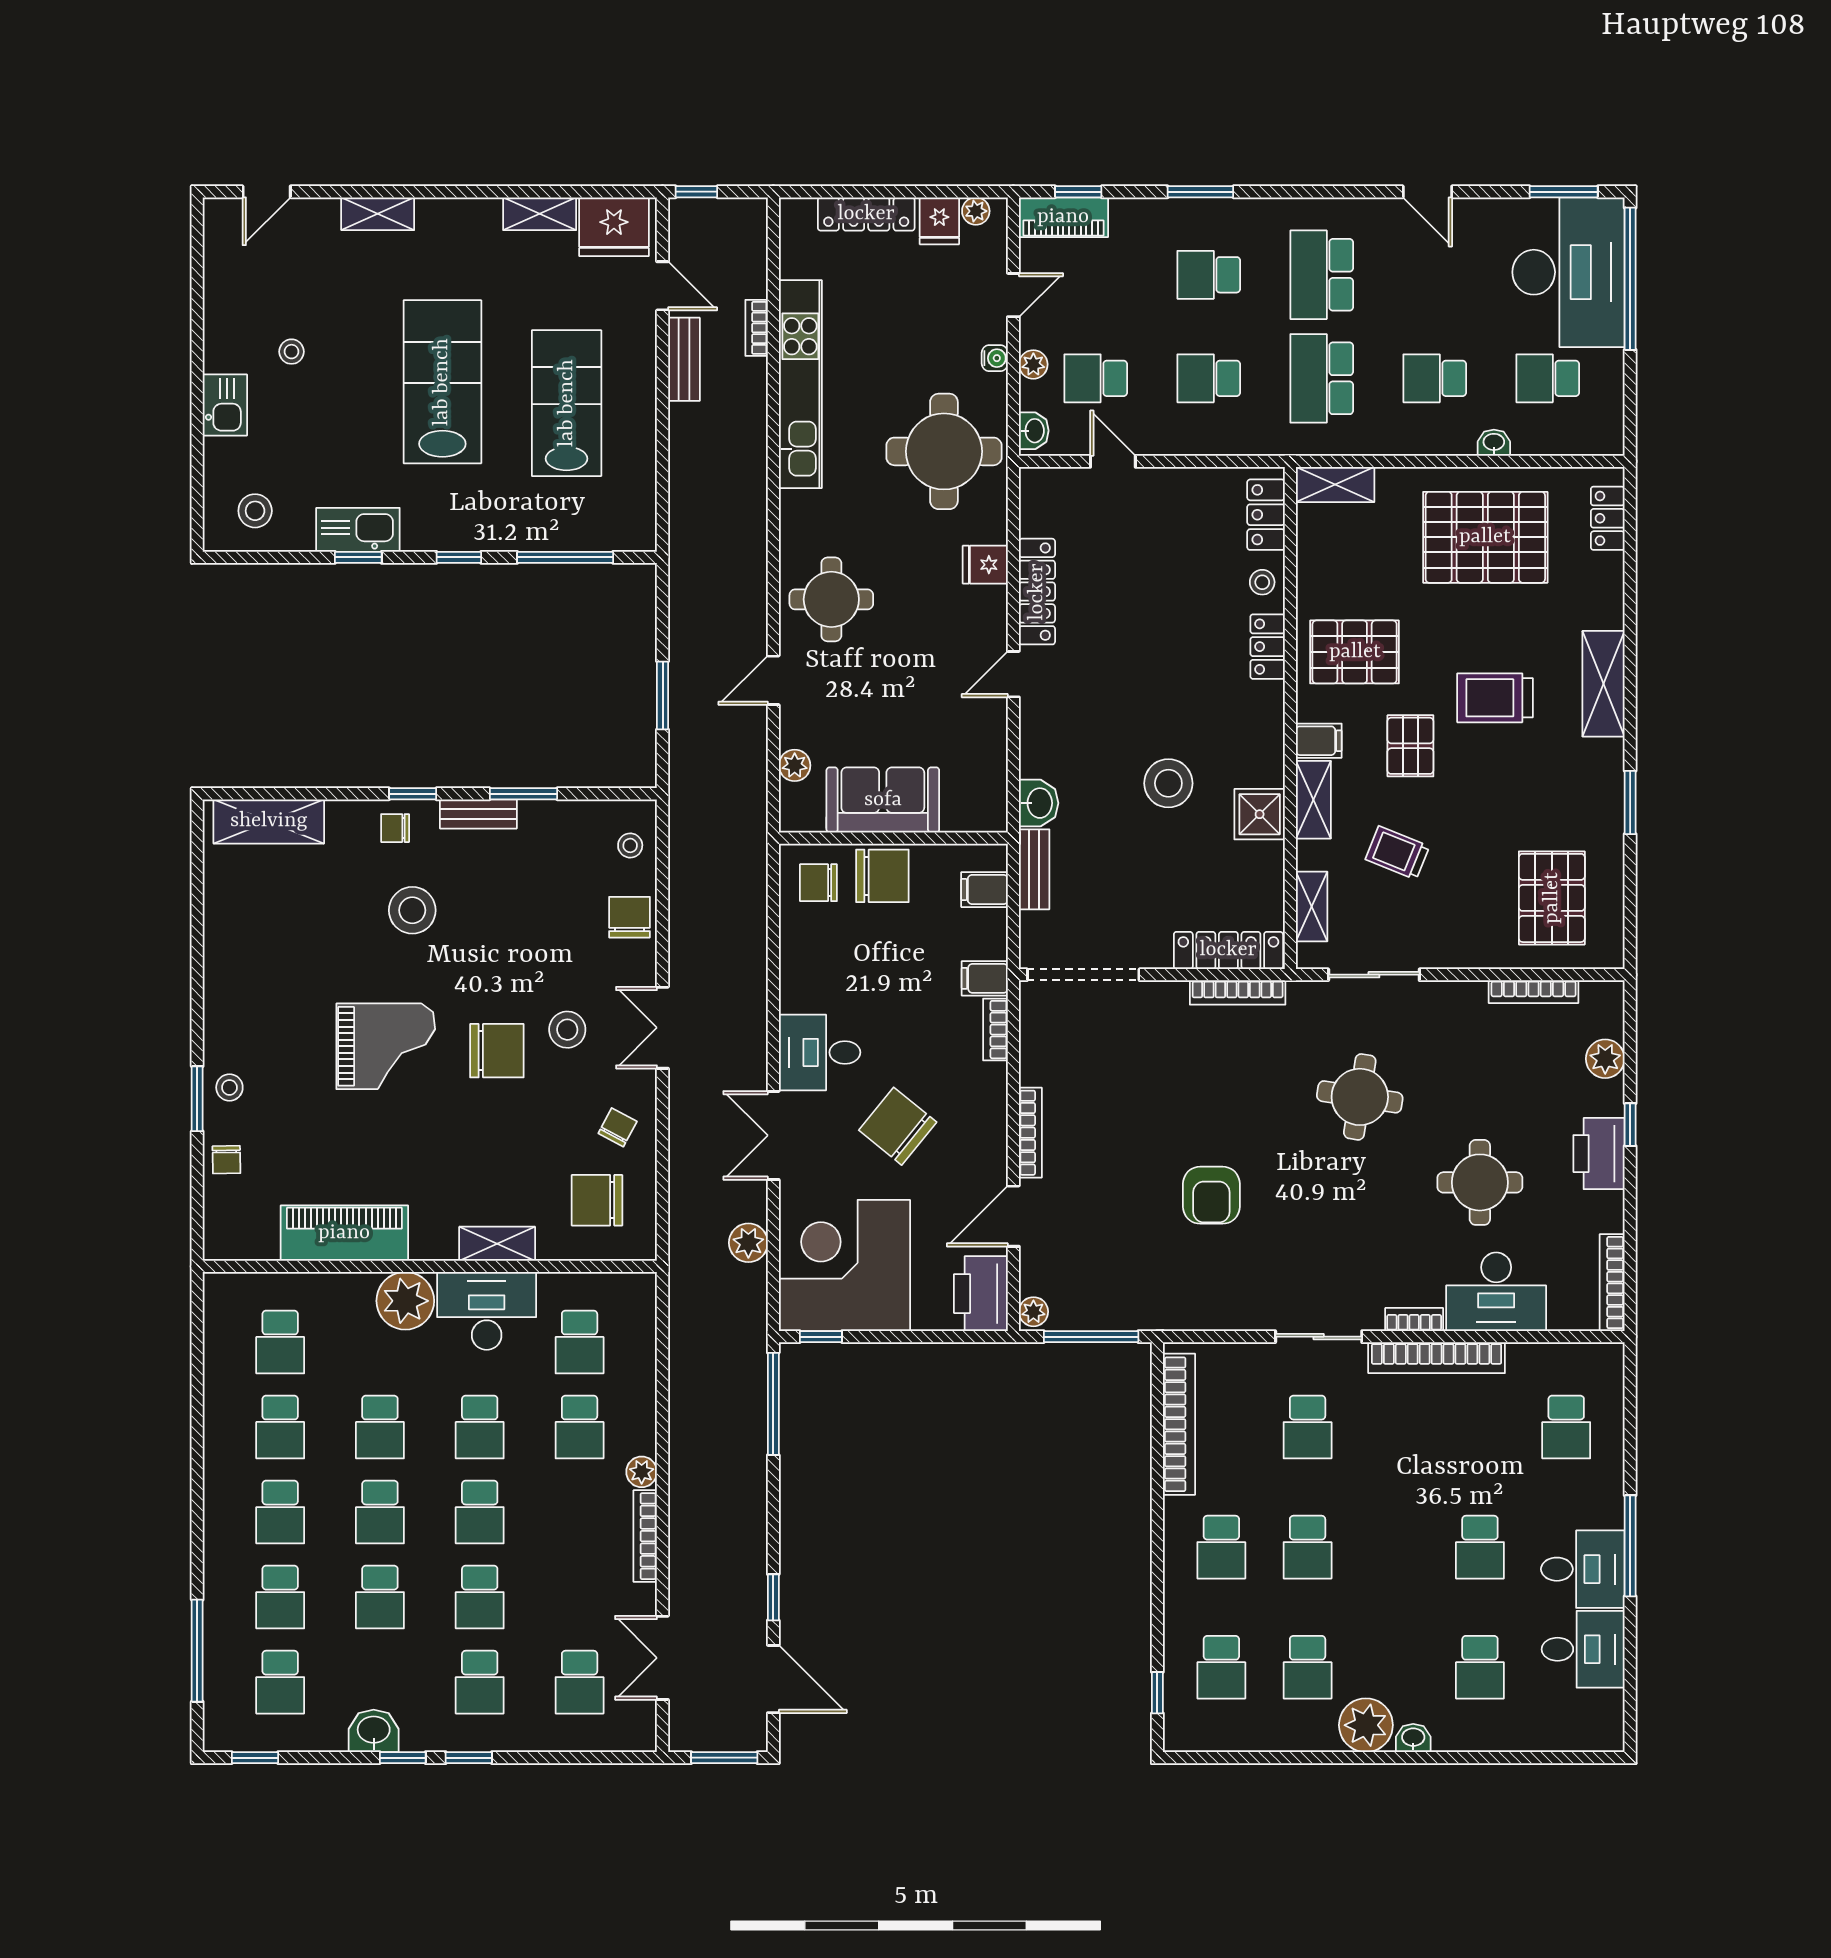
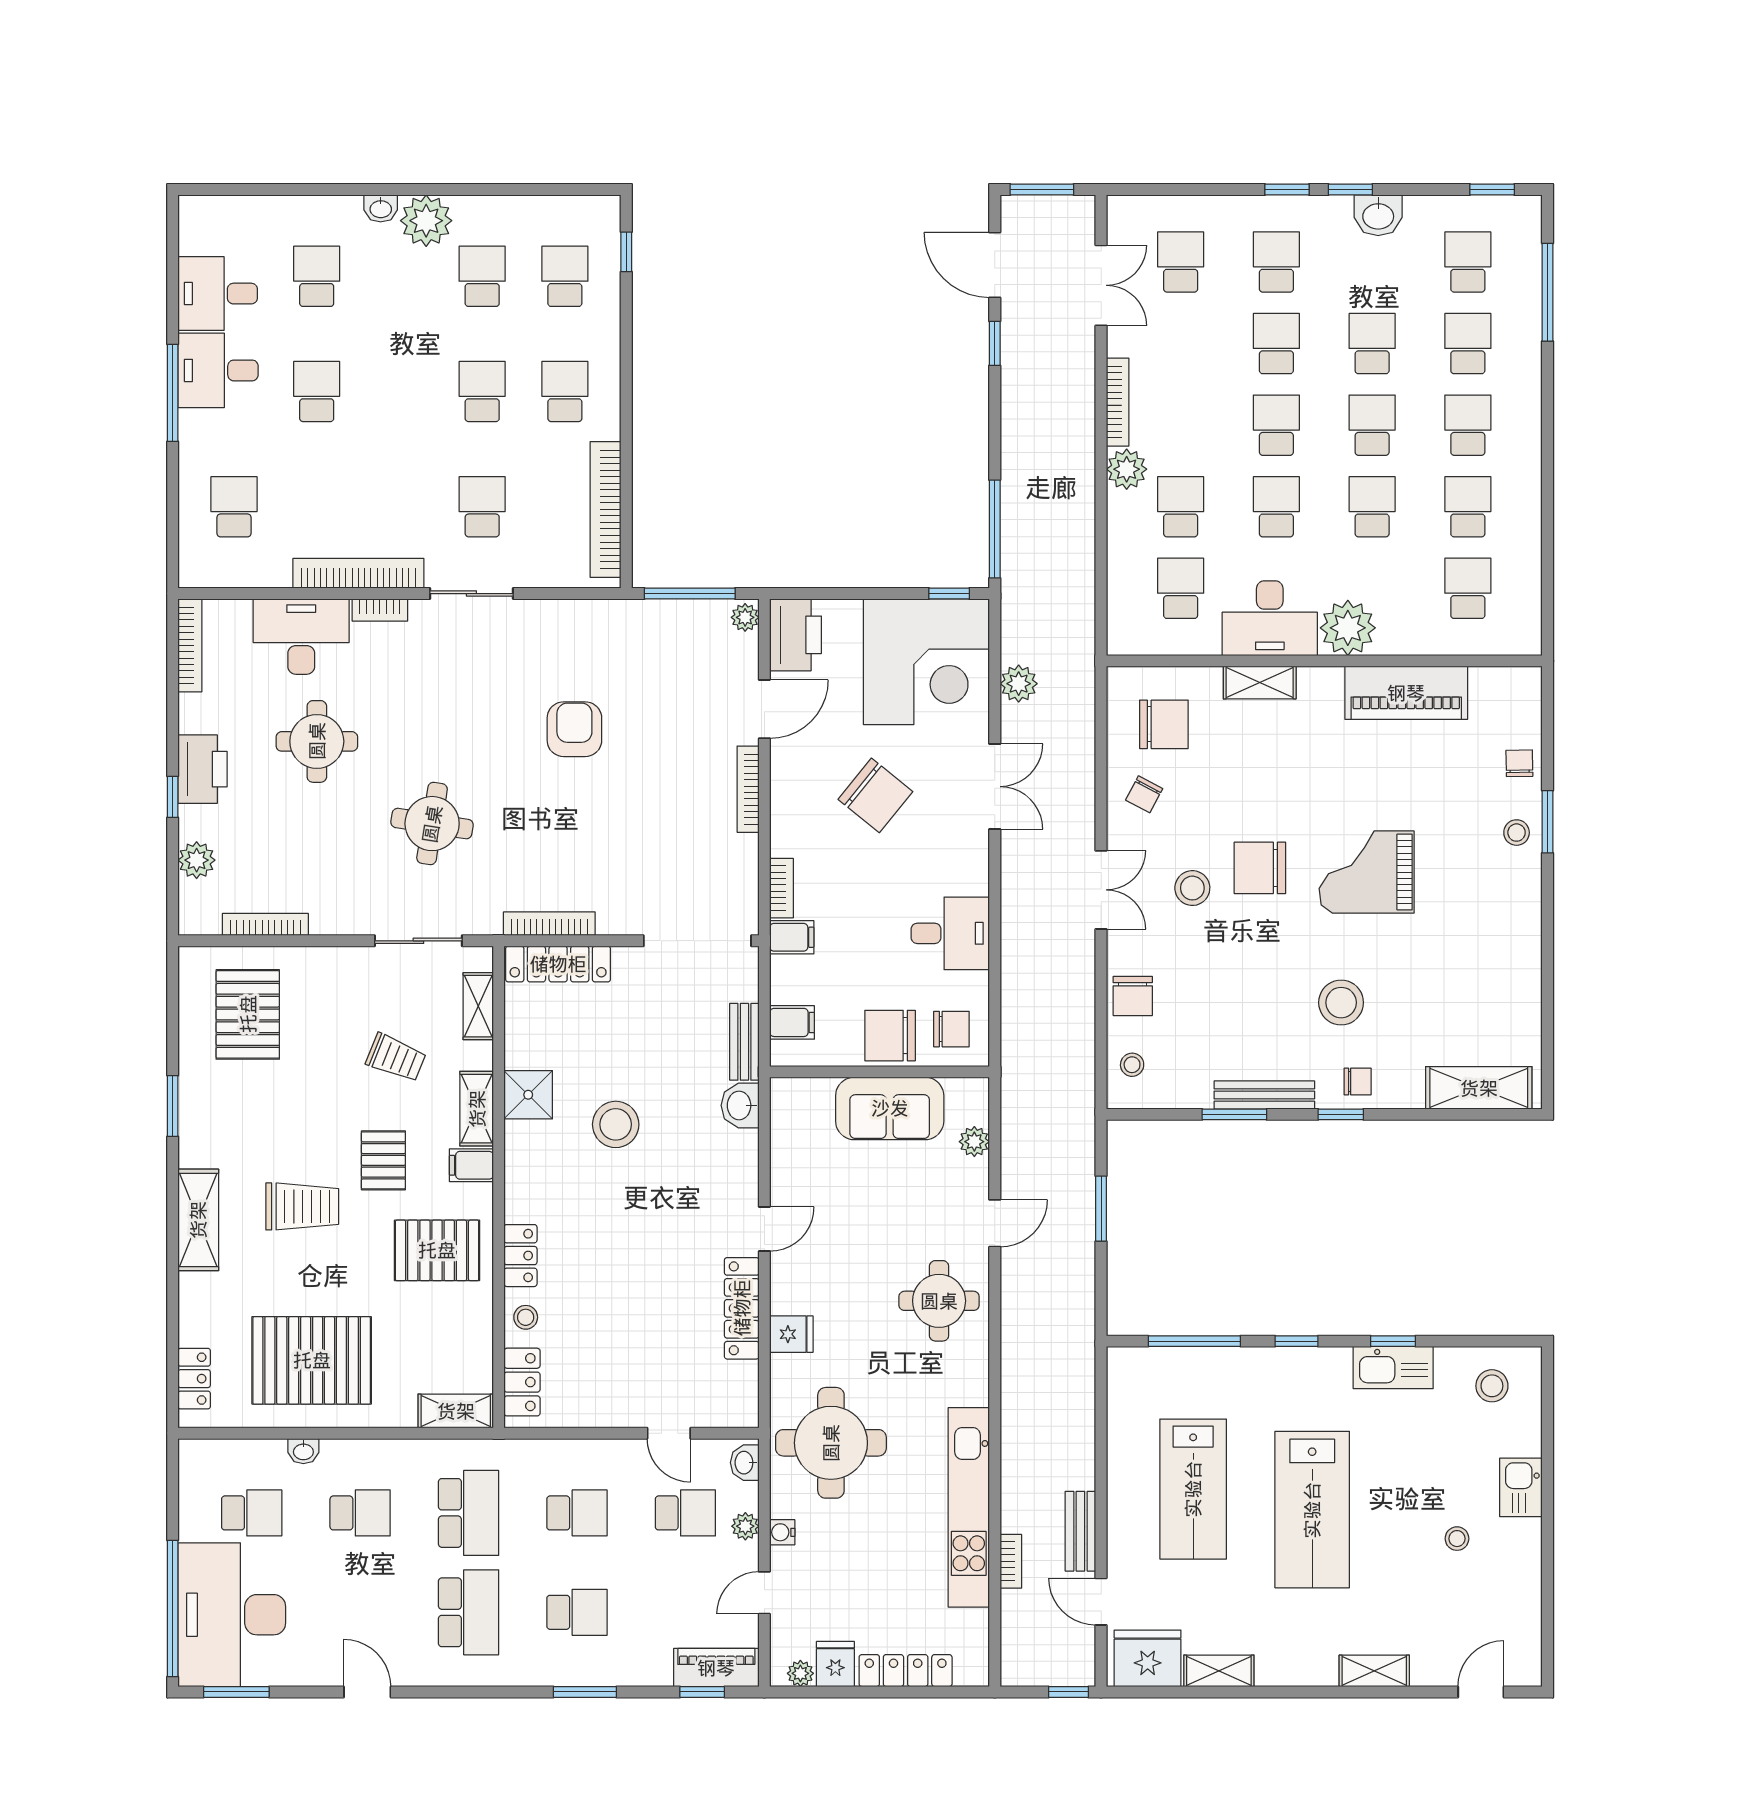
bench: (478, 814) -> (1264, 1095), width x1.36
desk: (820, 1052) -> (950, 933), moved
plant: (642, 1472) -> (1127, 469), width x1.38, depth x1.38

